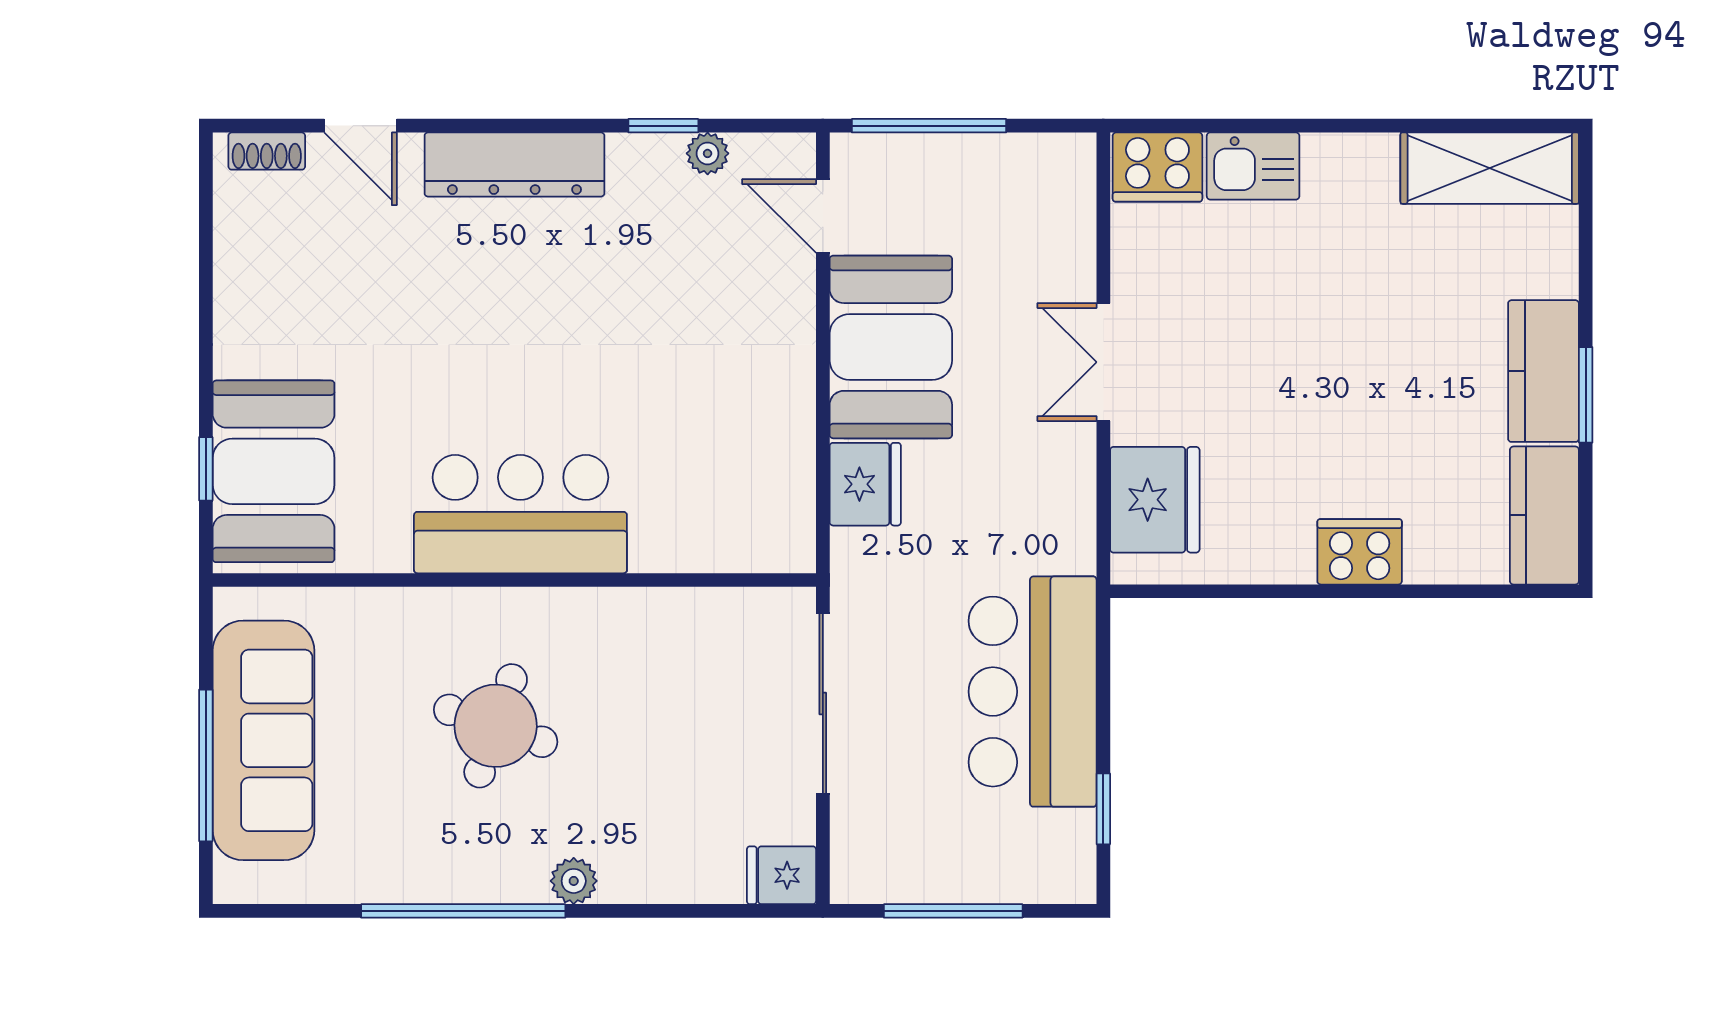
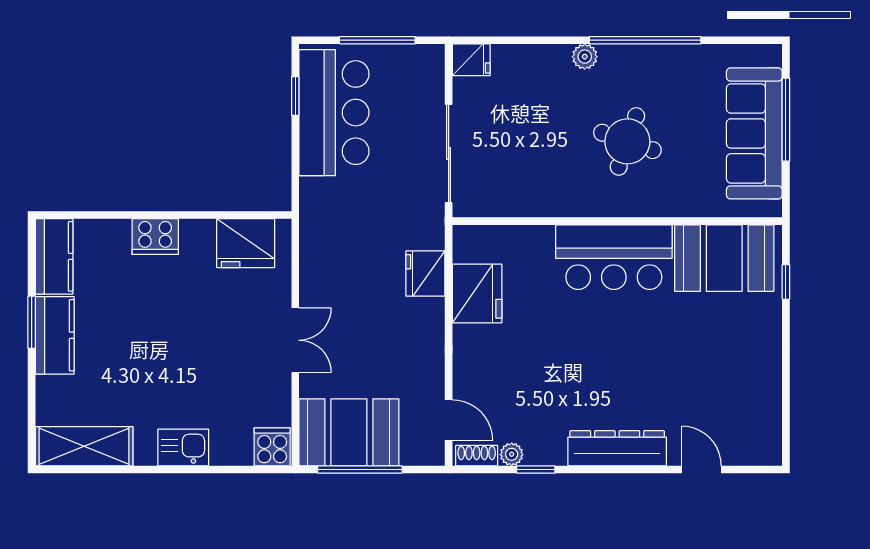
window: (929, 126) -> (360, 469), moved
shoe rack: (267, 151) -> (477, 456), moved
kitchen sink: (1253, 166) -> (183, 447), moved
cooker: (1157, 167) -> (272, 447), width x0.73
booth: (891, 347) -> (349, 432), moved, turned 90
fridge: (771, 448) -> (477, 294), added
booth: (274, 471) -> (724, 258), moved, turned 90
fridge: (1155, 500) -> (246, 243), moved, turned -90
bar counter: (1033, 692) -> (334, 113), moved

